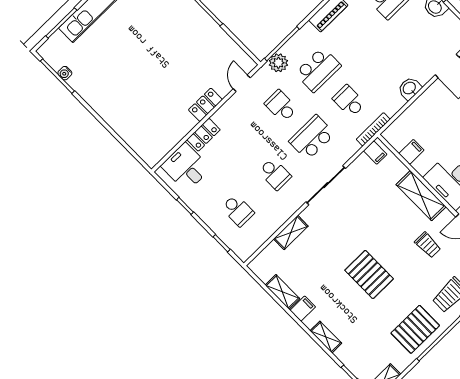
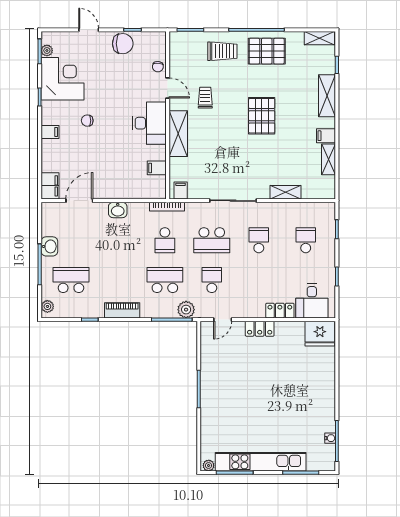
school desk: (281, 106) -> (212, 280), turned 180
fridge: (154, 148) -> (320, 334), added
shelving: (326, 337) -> (327, 96), width x1.50, depth x1.33

